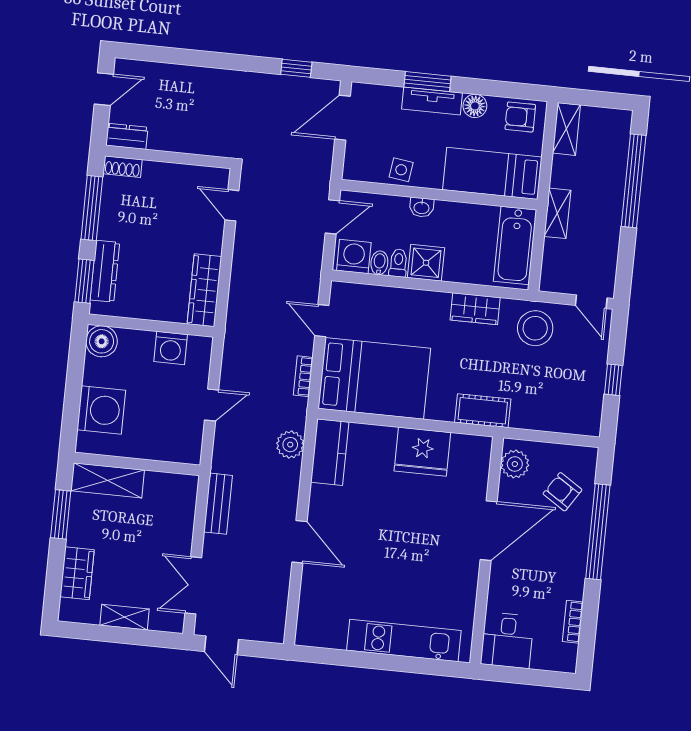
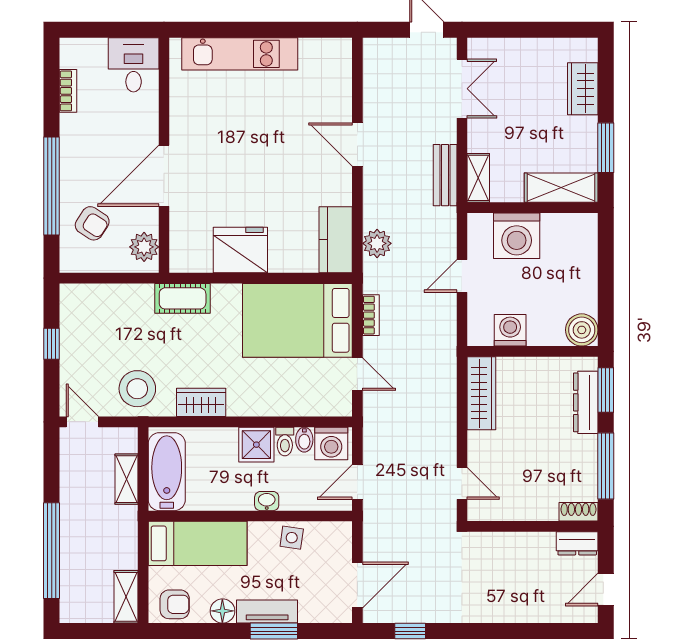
shelving: (557, 213) -> (126, 479), moved
washing machine: (101, 410) -> (517, 236), moved, turned -90
shelving: (125, 617) -> (478, 178), moved, turned 90

